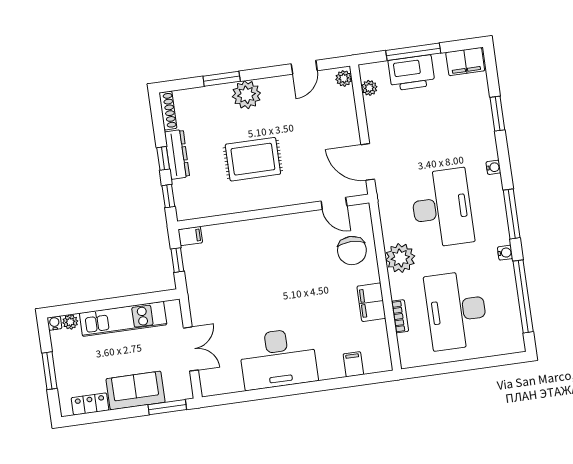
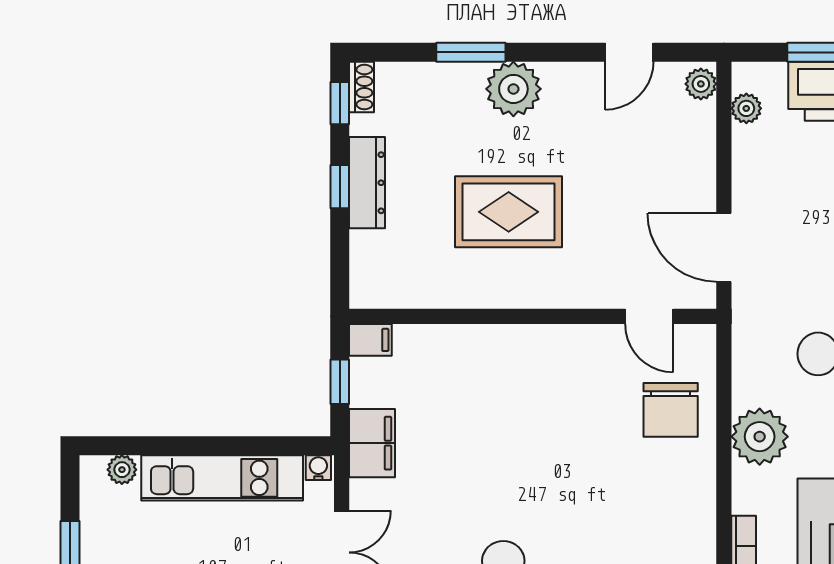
shoe rack: (168, 111) -> (361, 87), width x0.70
window: (168, 196) -> (340, 103), moved
filing cabinet: (371, 302) -> (372, 443), moved, turned 180
water cooler: (54, 323) -> (318, 468), moved

